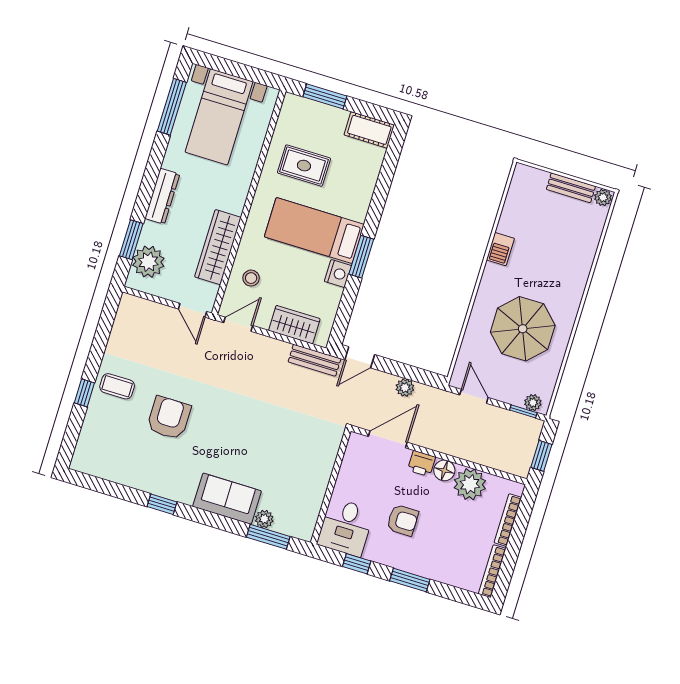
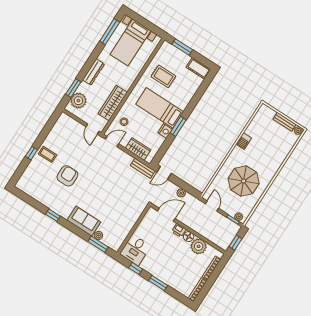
armchair: (403, 520) -> (163, 254), removed

